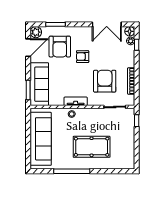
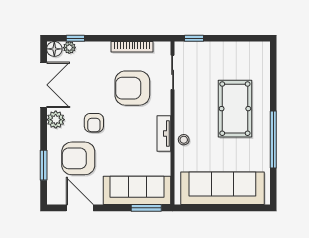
plant: (36, 32) -> (56, 120), moved
armchair: (60, 47) -> (78, 158), turned 180

